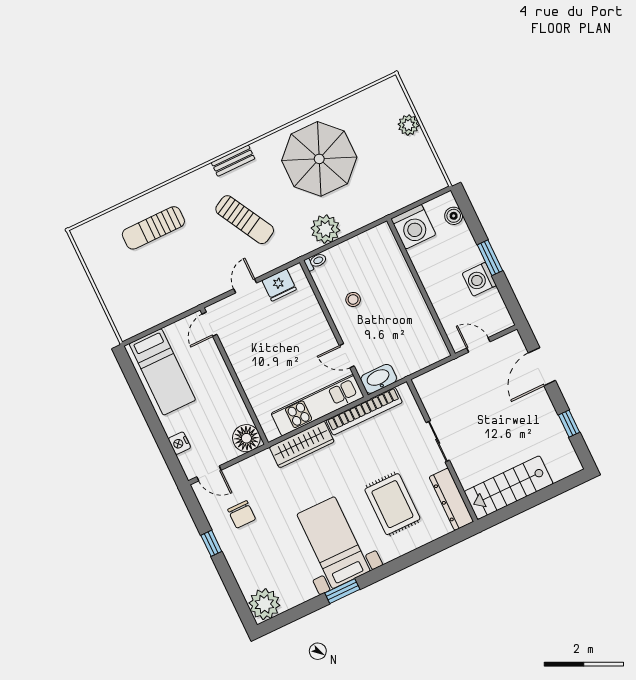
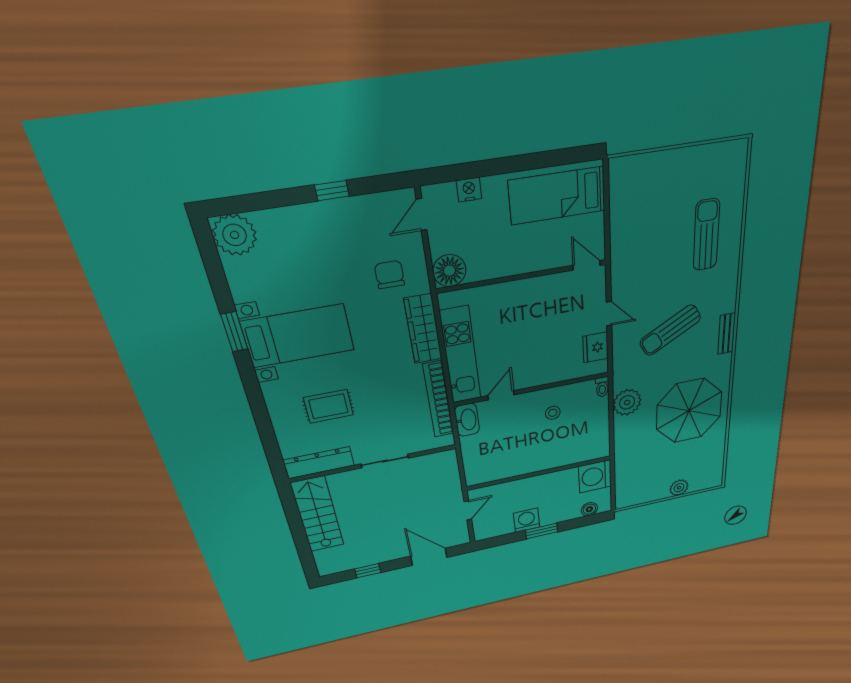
rug: (392, 504) -> (328, 406), width x0.73, depth x0.70
chair: (242, 514) -> (390, 275), moved, turned 90

